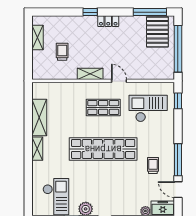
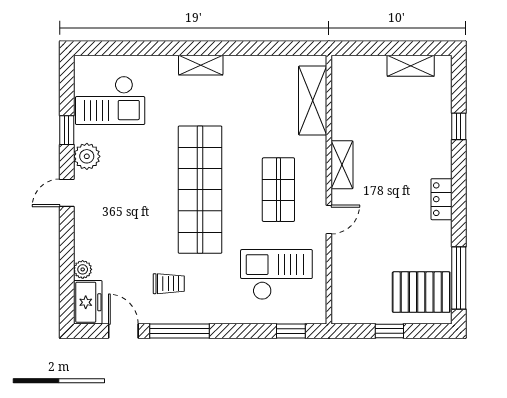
window: (90, 12) -> (459, 126), moved
window: (178, 49) -> (389, 331), width x0.32
trolley: (62, 52) -> (384, 112), removed
checkout: (148, 109) -> (276, 275), turned -90
shelving: (39, 118) -> (313, 100), moved, turned 90
door: (178, 190) -> (123, 331), hinge flipped

